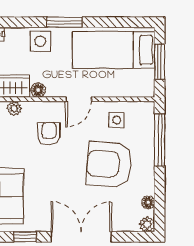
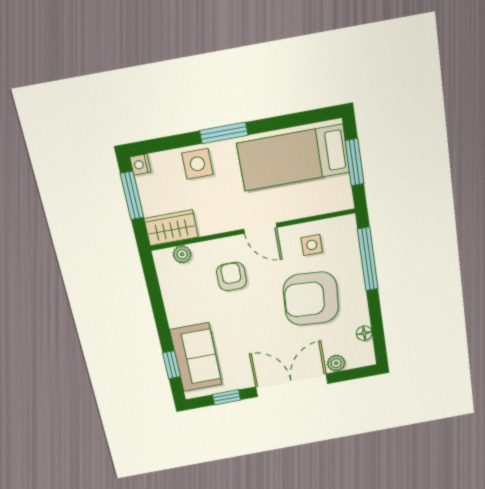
floor lamp: (38, 90) -> (207, 226), removed
door: (79, 99) -> (260, 228), hinge flipped
plant: (147, 224) -> (336, 363), moved

